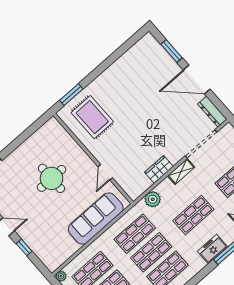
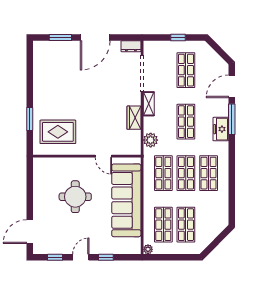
window: (71, 95) -> (30, 119), moved
dresser: (212, 112) -> (131, 46), width x0.70
sofa: (96, 219) -> (126, 200), width x1.36, depth x1.27

